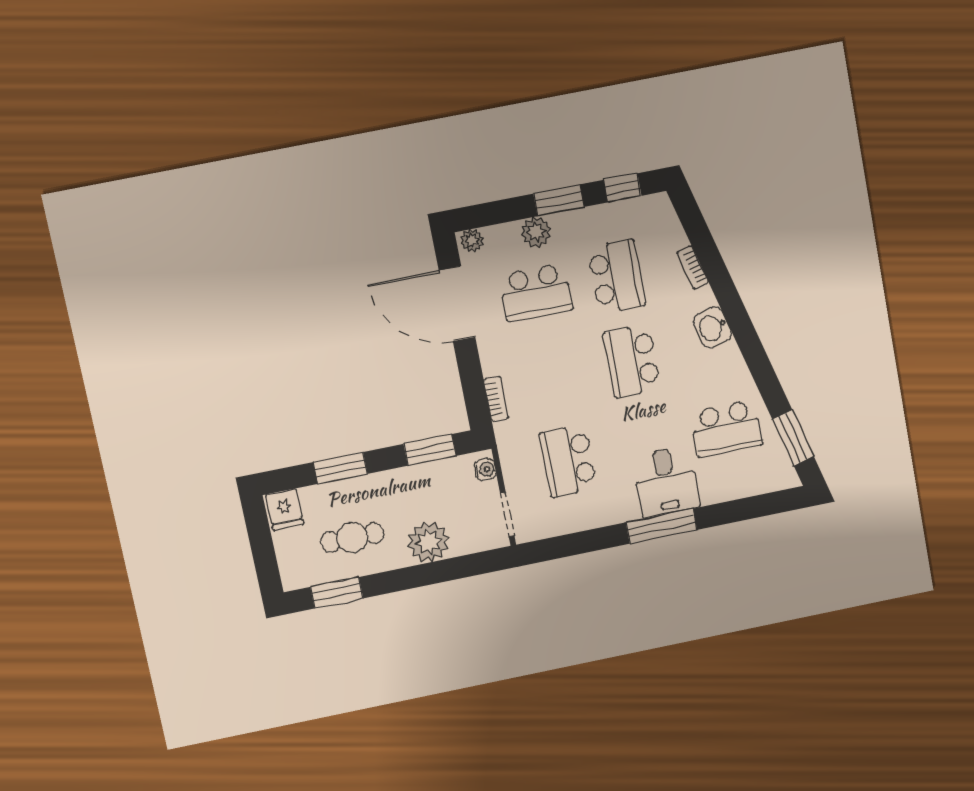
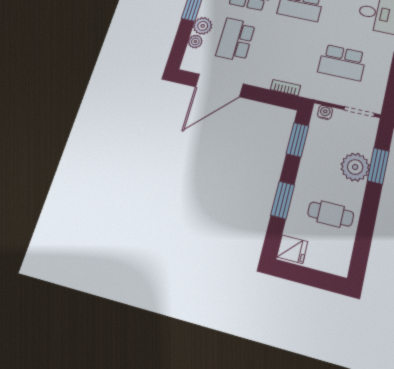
plant: (472, 241) -> (195, 42), moved
school desk: (536, 292) -> (236, 40), turned 180
cafe table: (352, 538) -> (331, 214), turned 90
window: (337, 593) -> (378, 166), moved

